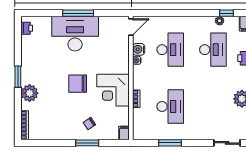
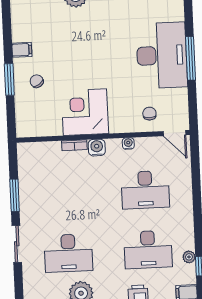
water cooler: (139, 49) -> (97, 148), moved
chair: (78, 84) -> (149, 114), moved, width x0.54, depth x0.54
desk: (170, 106) -> (68, 253), moved
filing cabinet: (124, 133) -> (22, 50), moved
sliding door: (227, 143) -> (17, 244), moved

